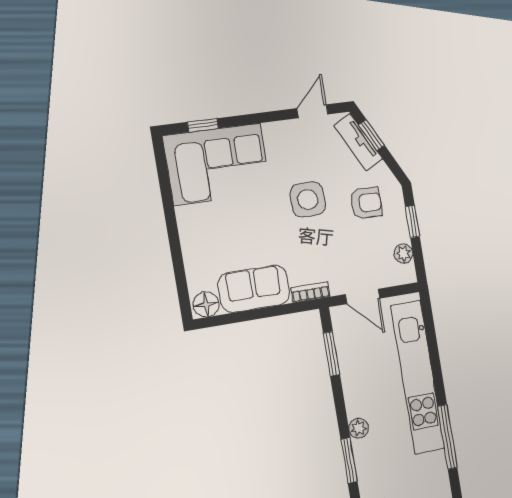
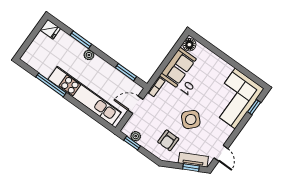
side table: (308, 199) -> (191, 119), turned 45
window: (412, 222) -> (132, 143), moved

